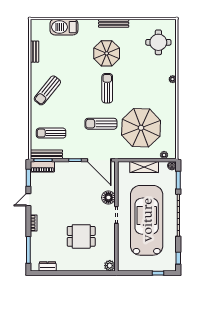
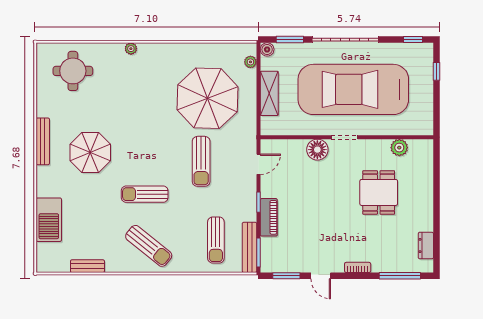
sun lounger: (107, 88) -> (145, 194), moved
door: (99, 160) -> (258, 164), width x0.53
piano: (42, 167) -> (269, 217), moved
plant: (110, 266) -> (399, 148), moved

